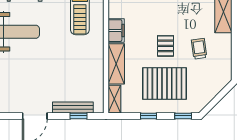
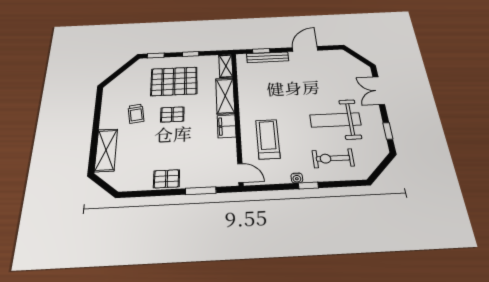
pallet: (166, 46) -> (172, 114), turned 90

